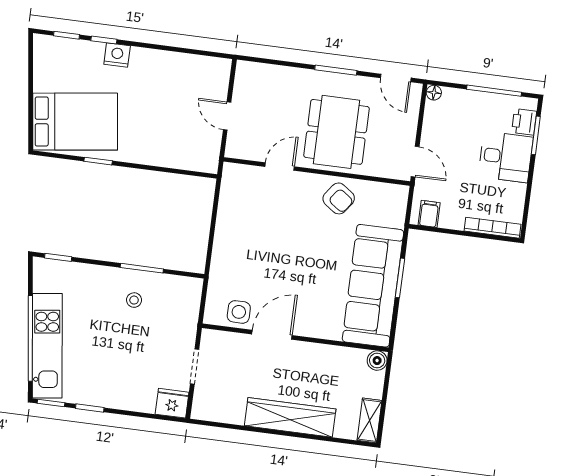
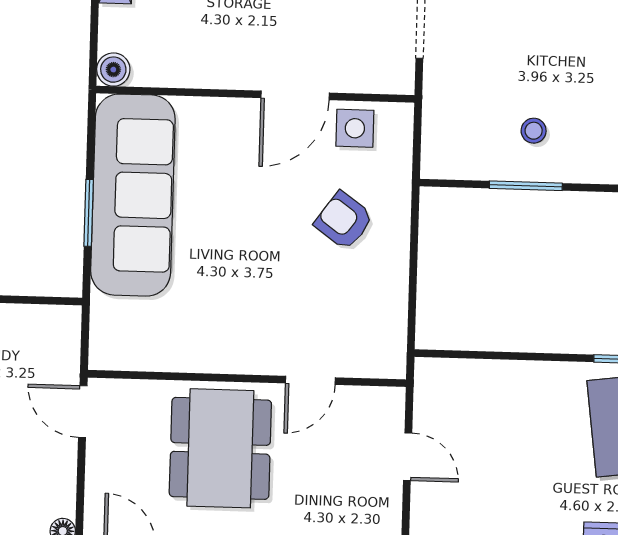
armchair: (339, 198) -> (344, 221), moved
filing cabinet: (429, 214) -> (50, 326), removed

